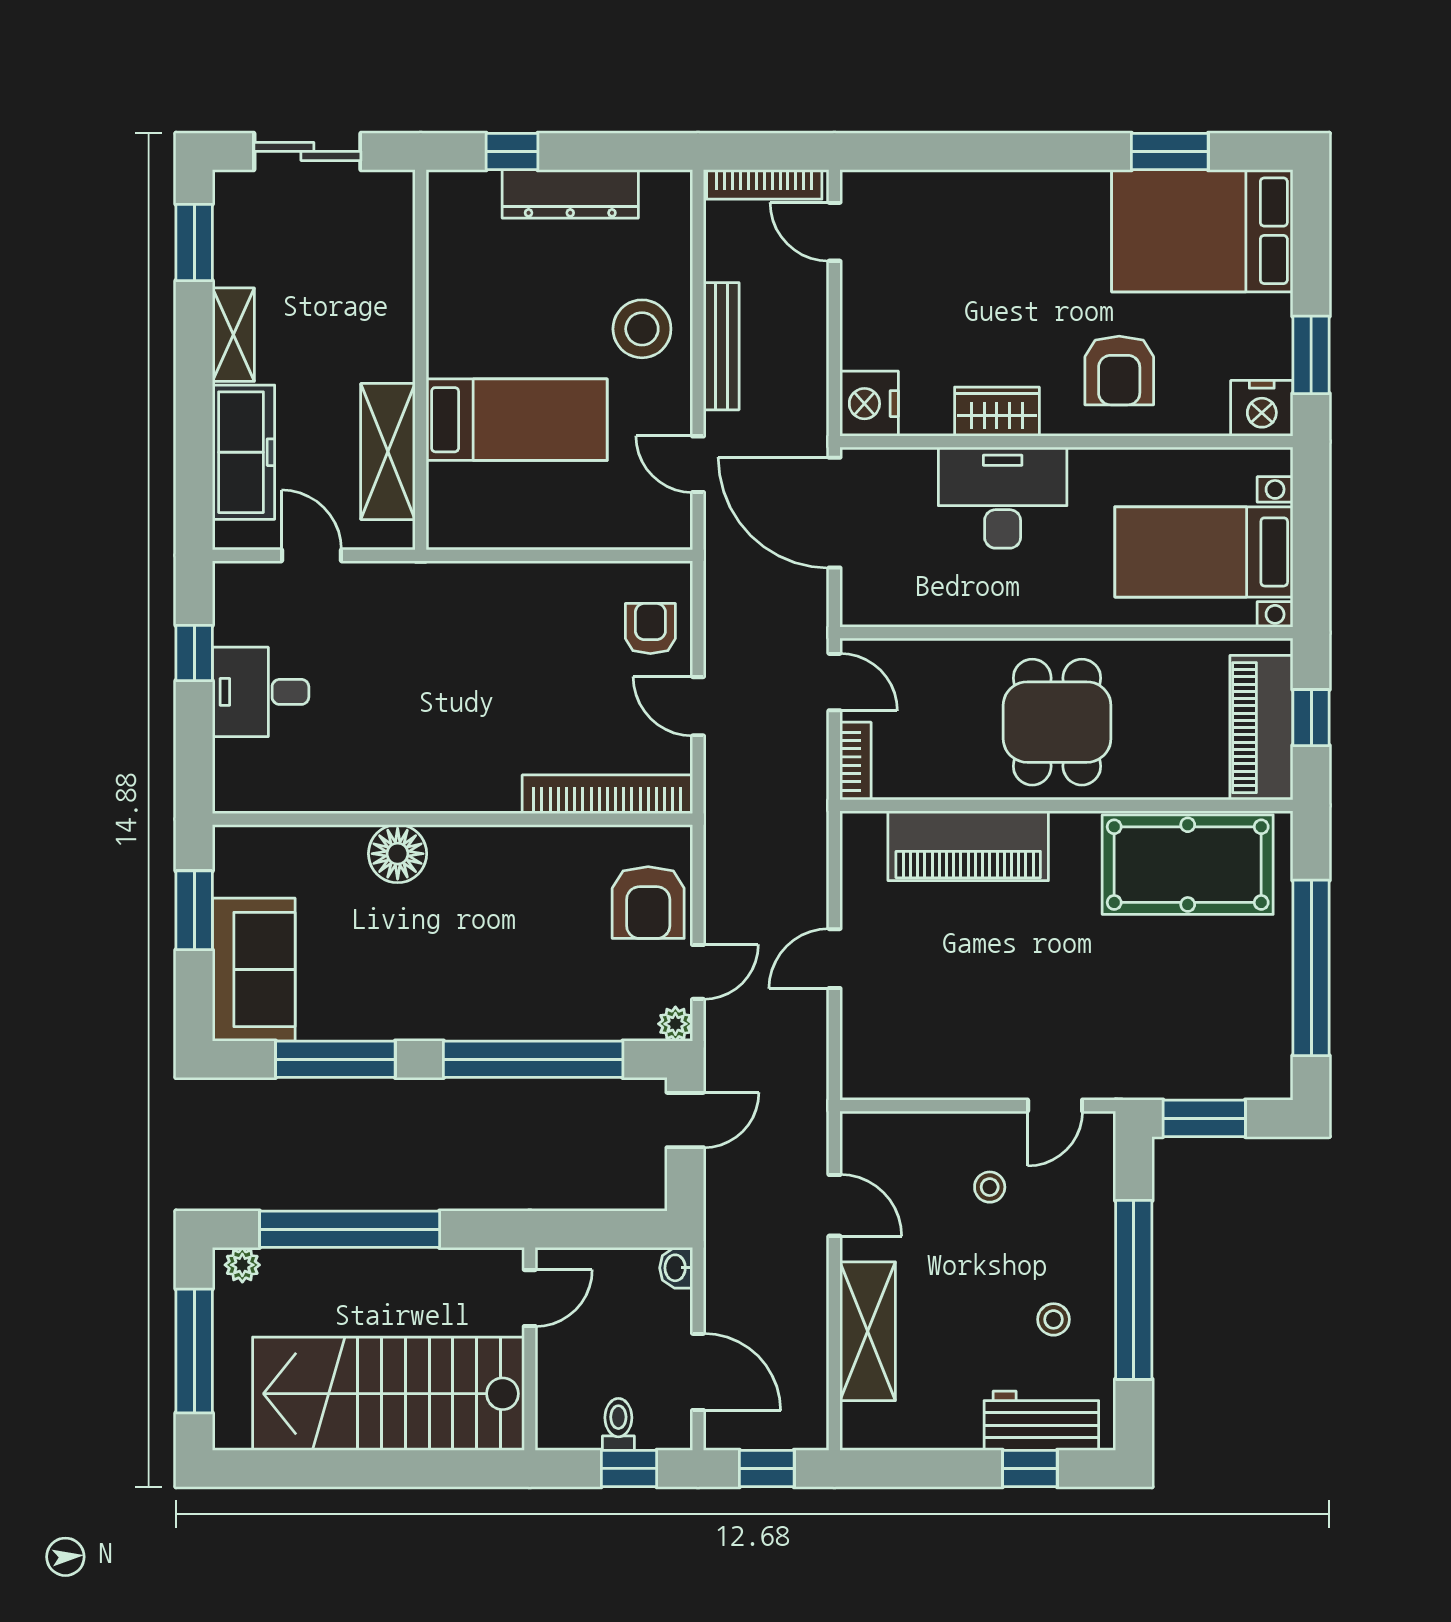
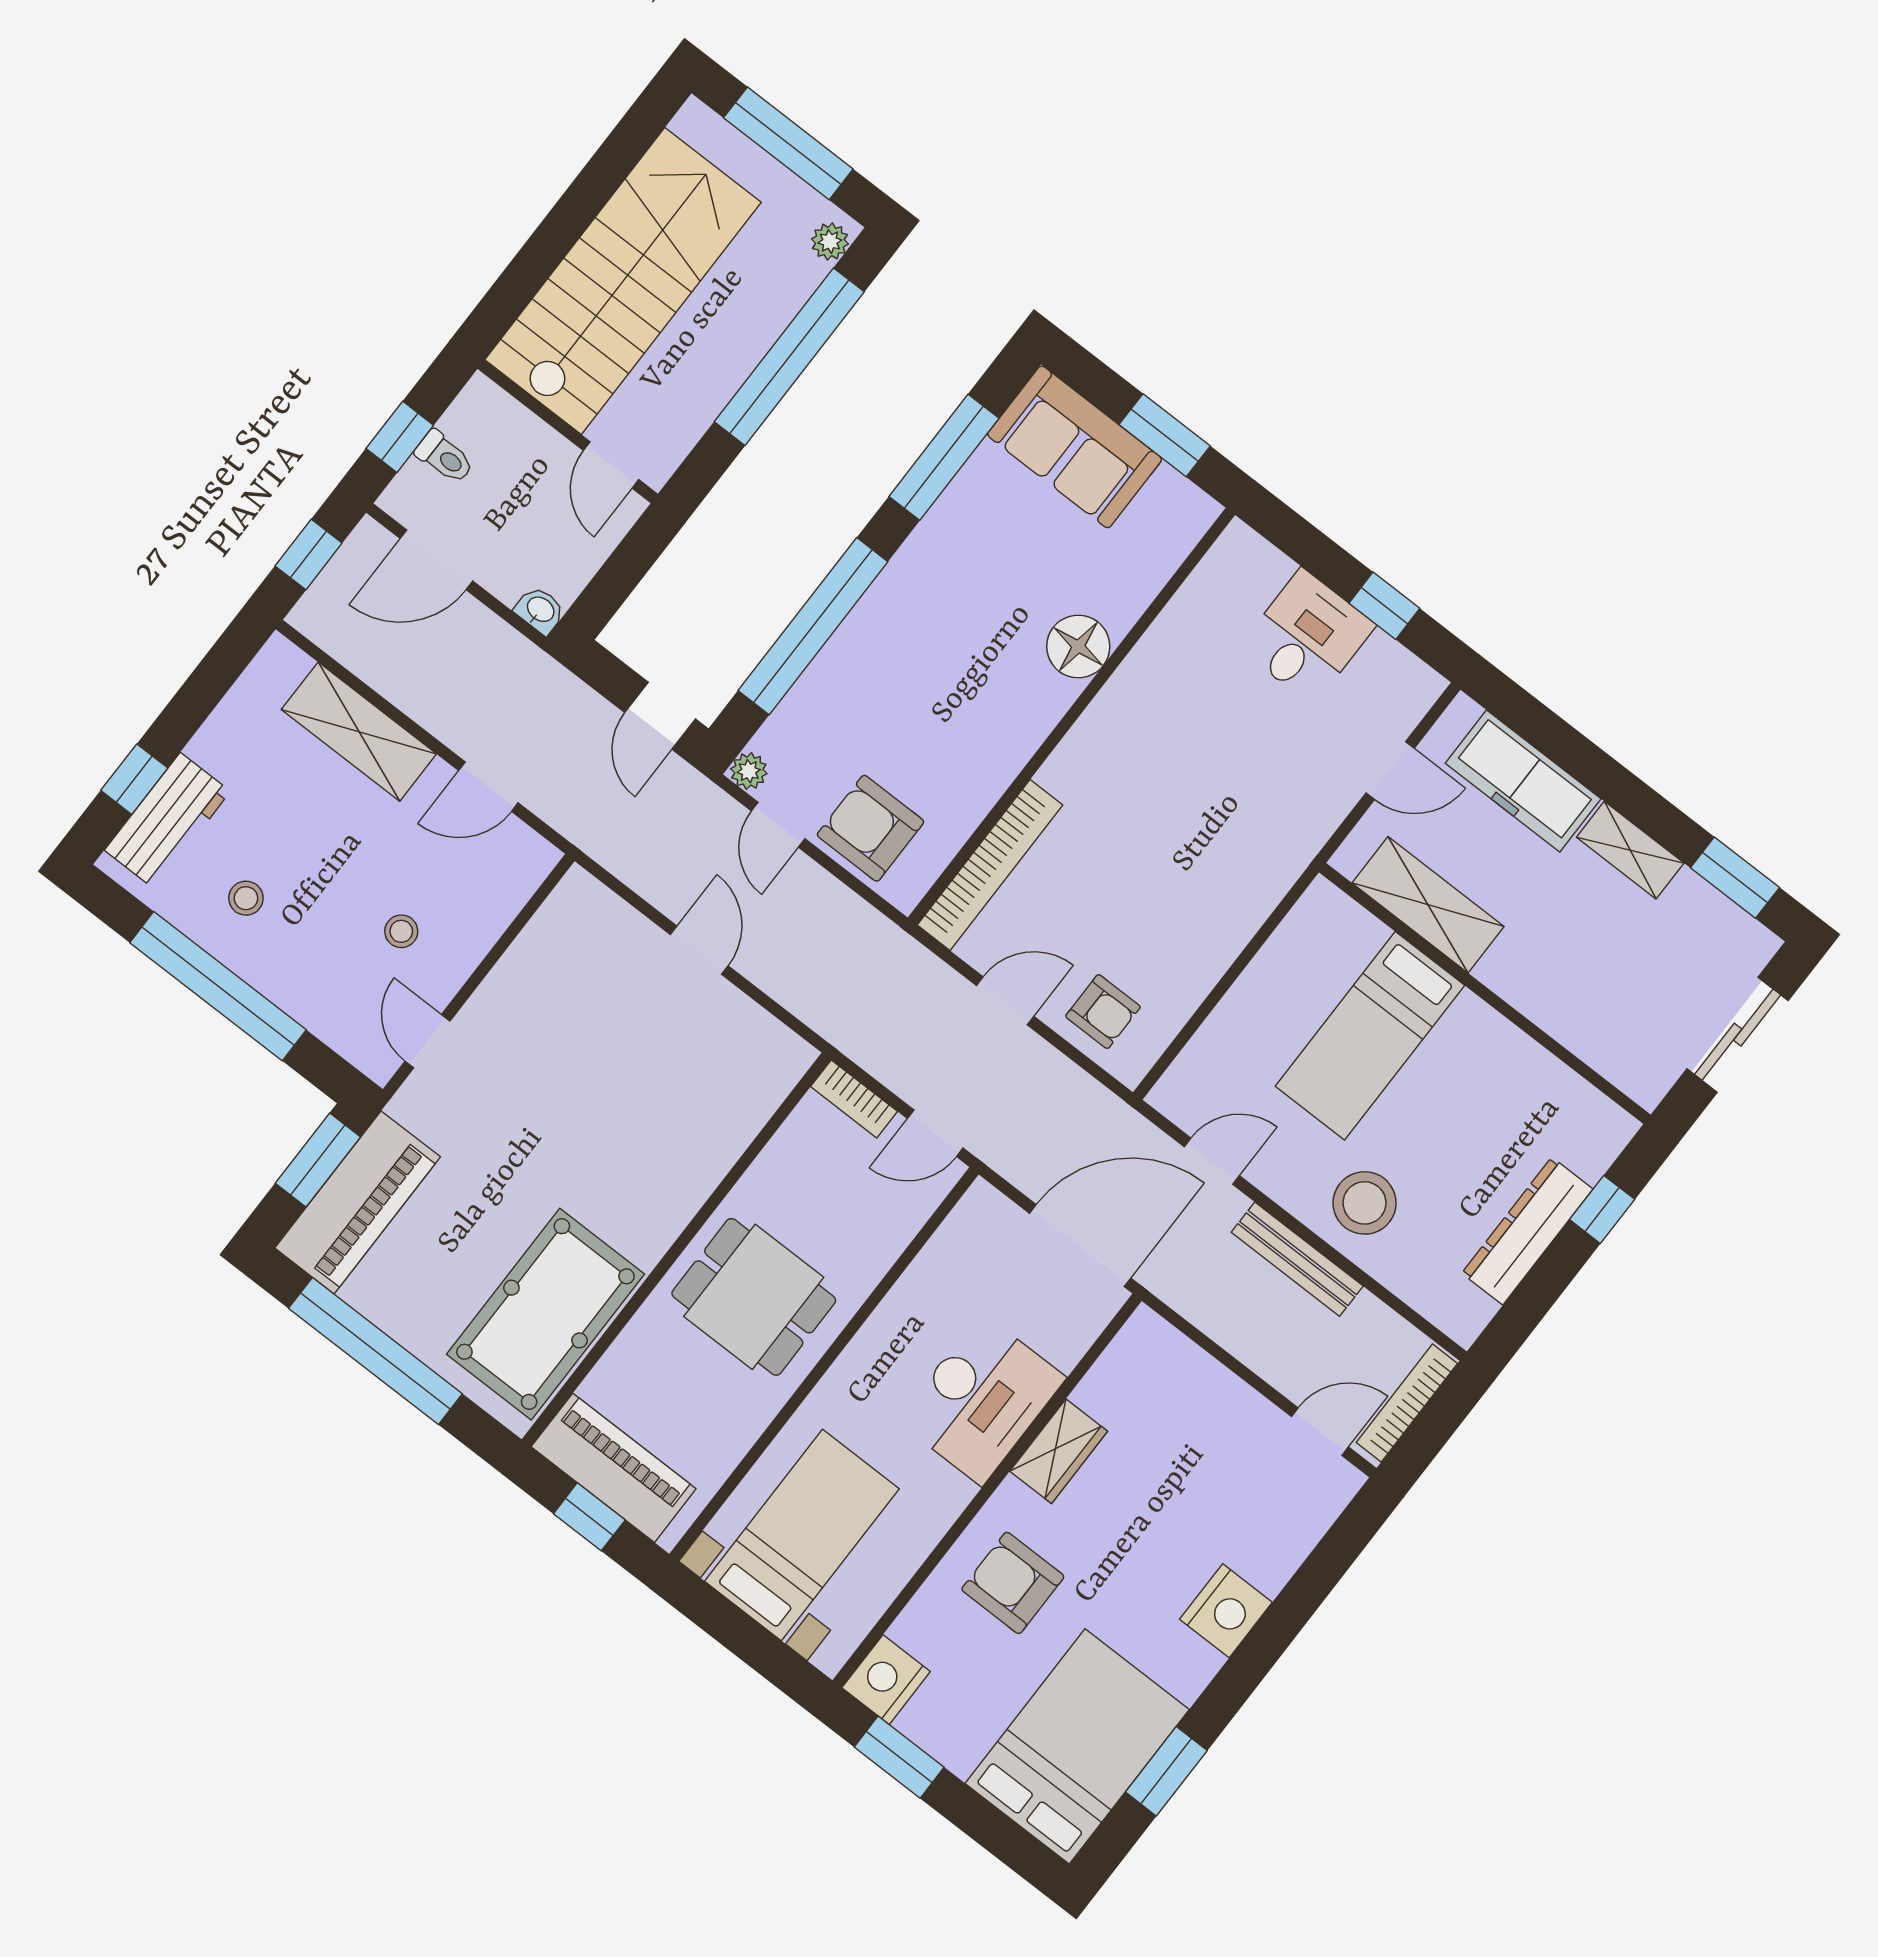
nightstand: (869, 404) -> (1226, 1611), moved, turned 90
piano: (968, 846) -> (358, 1202), moved, turned 180

